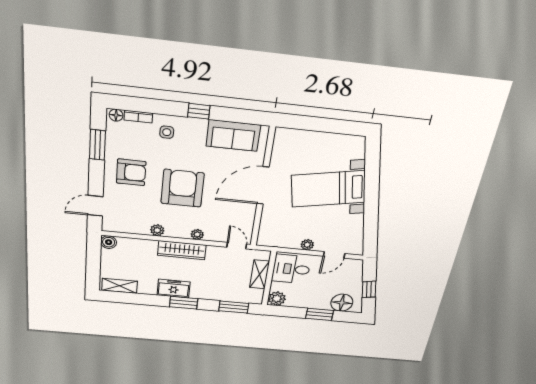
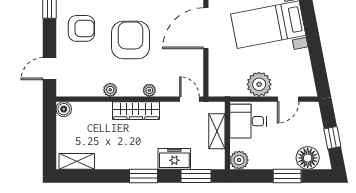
plant: (307, 245) -> (259, 84), width x1.88, depth x1.88
freezer: (174, 289) -> (174, 159), moved

